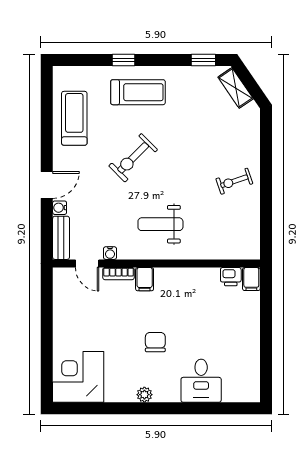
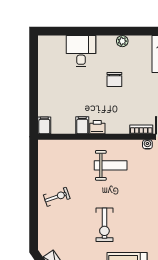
exercise bike: (133, 158) -> (104, 225), moved, turned 135
printer: (231, 277) -> (97, 127), moved
filing cabinet: (145, 279) -> (82, 125), moved

